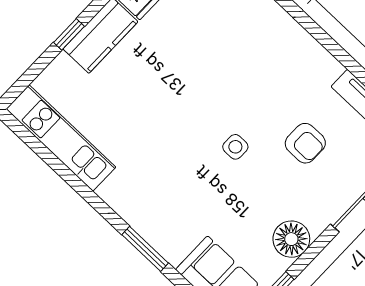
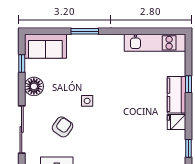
armchair: (305, 143) -> (63, 127), turned 125

